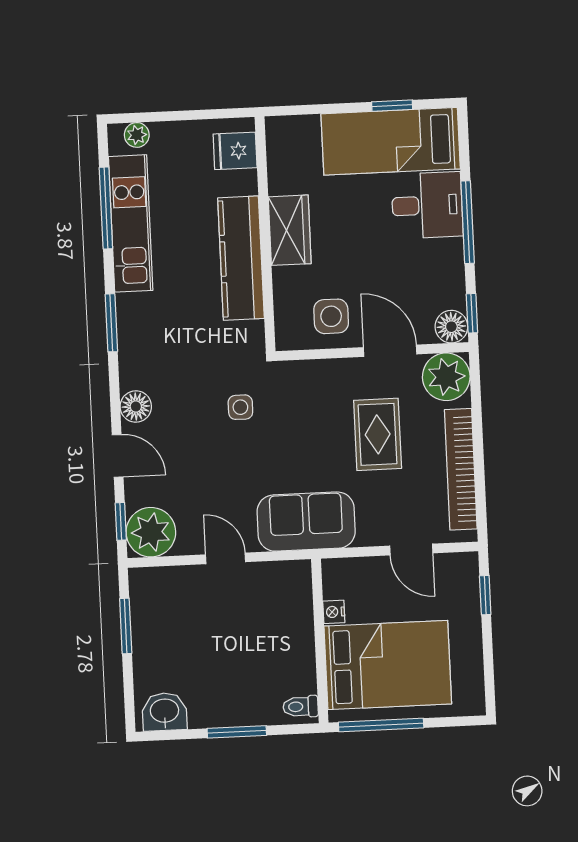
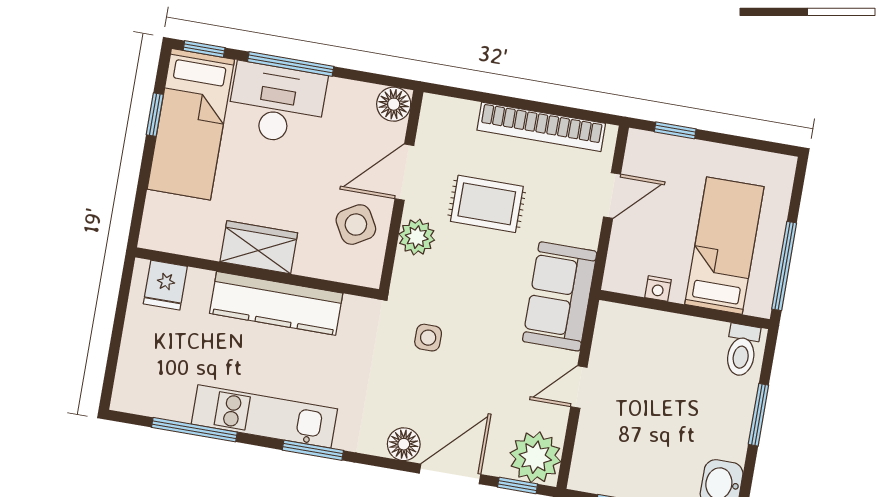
plant: (137, 135) -> (127, 382), removed
desk: (427, 205) -> (277, 104), width x1.37
kitchen unit: (131, 223) -> (264, 416), moved
window: (472, 313) -> (204, 49), moved
side table: (331, 316) -> (356, 225), turned -30
plant: (446, 377) -> (417, 237), moved, width x0.73, depth x0.73
door: (118, 456) -> (450, 474), width x1.38
bed: (388, 665) -> (724, 246), width x0.67
toilet: (301, 707) -> (742, 350), width x1.37, depth x1.39

